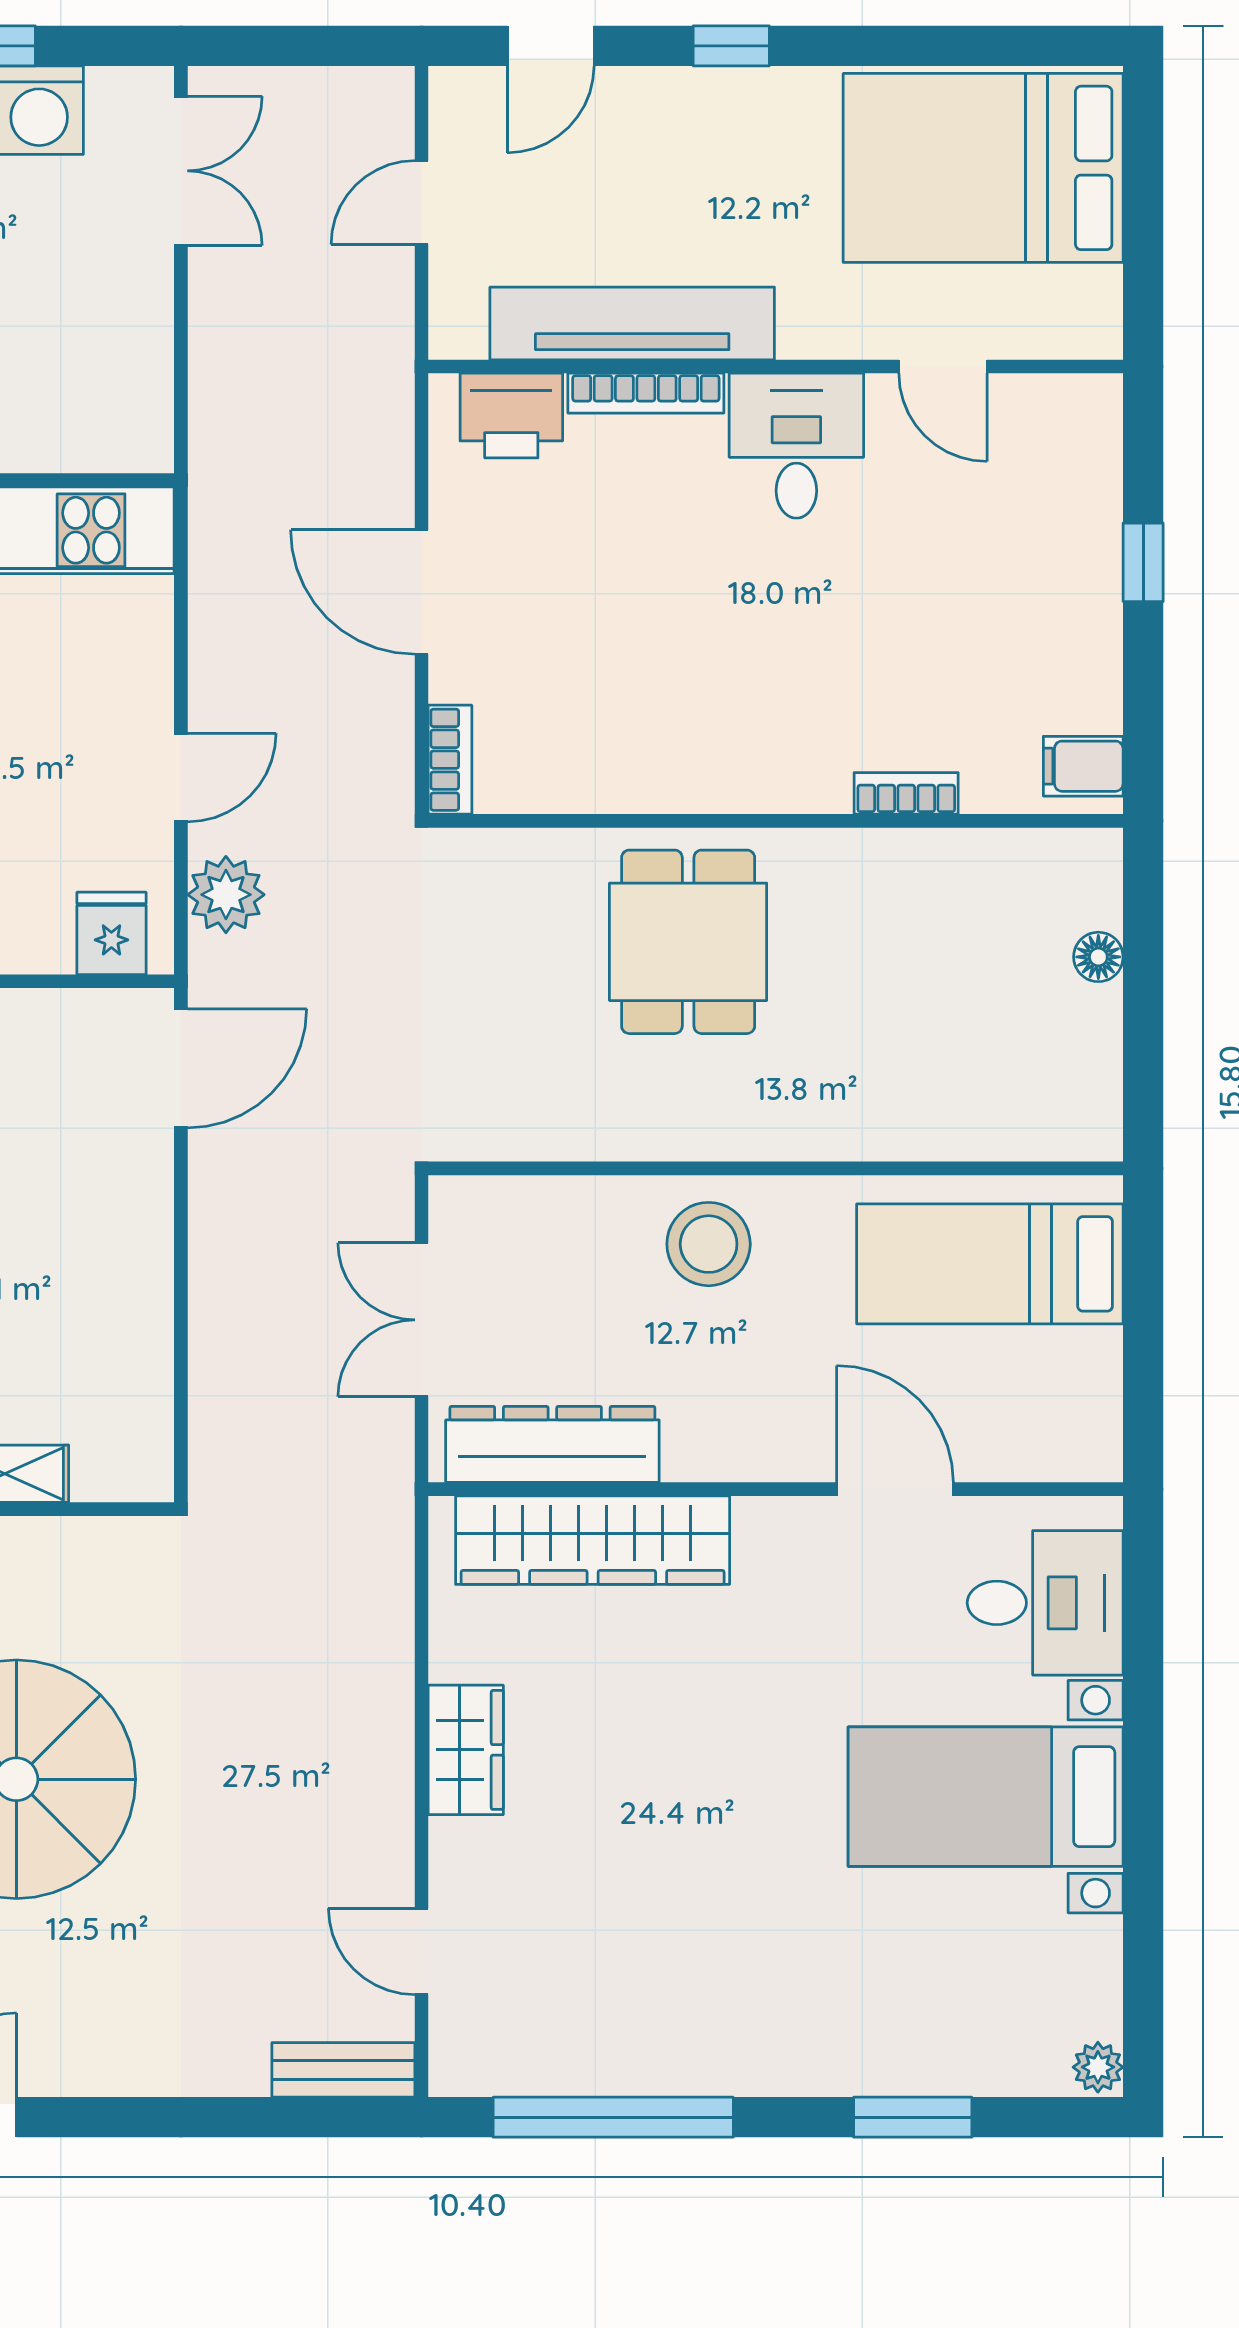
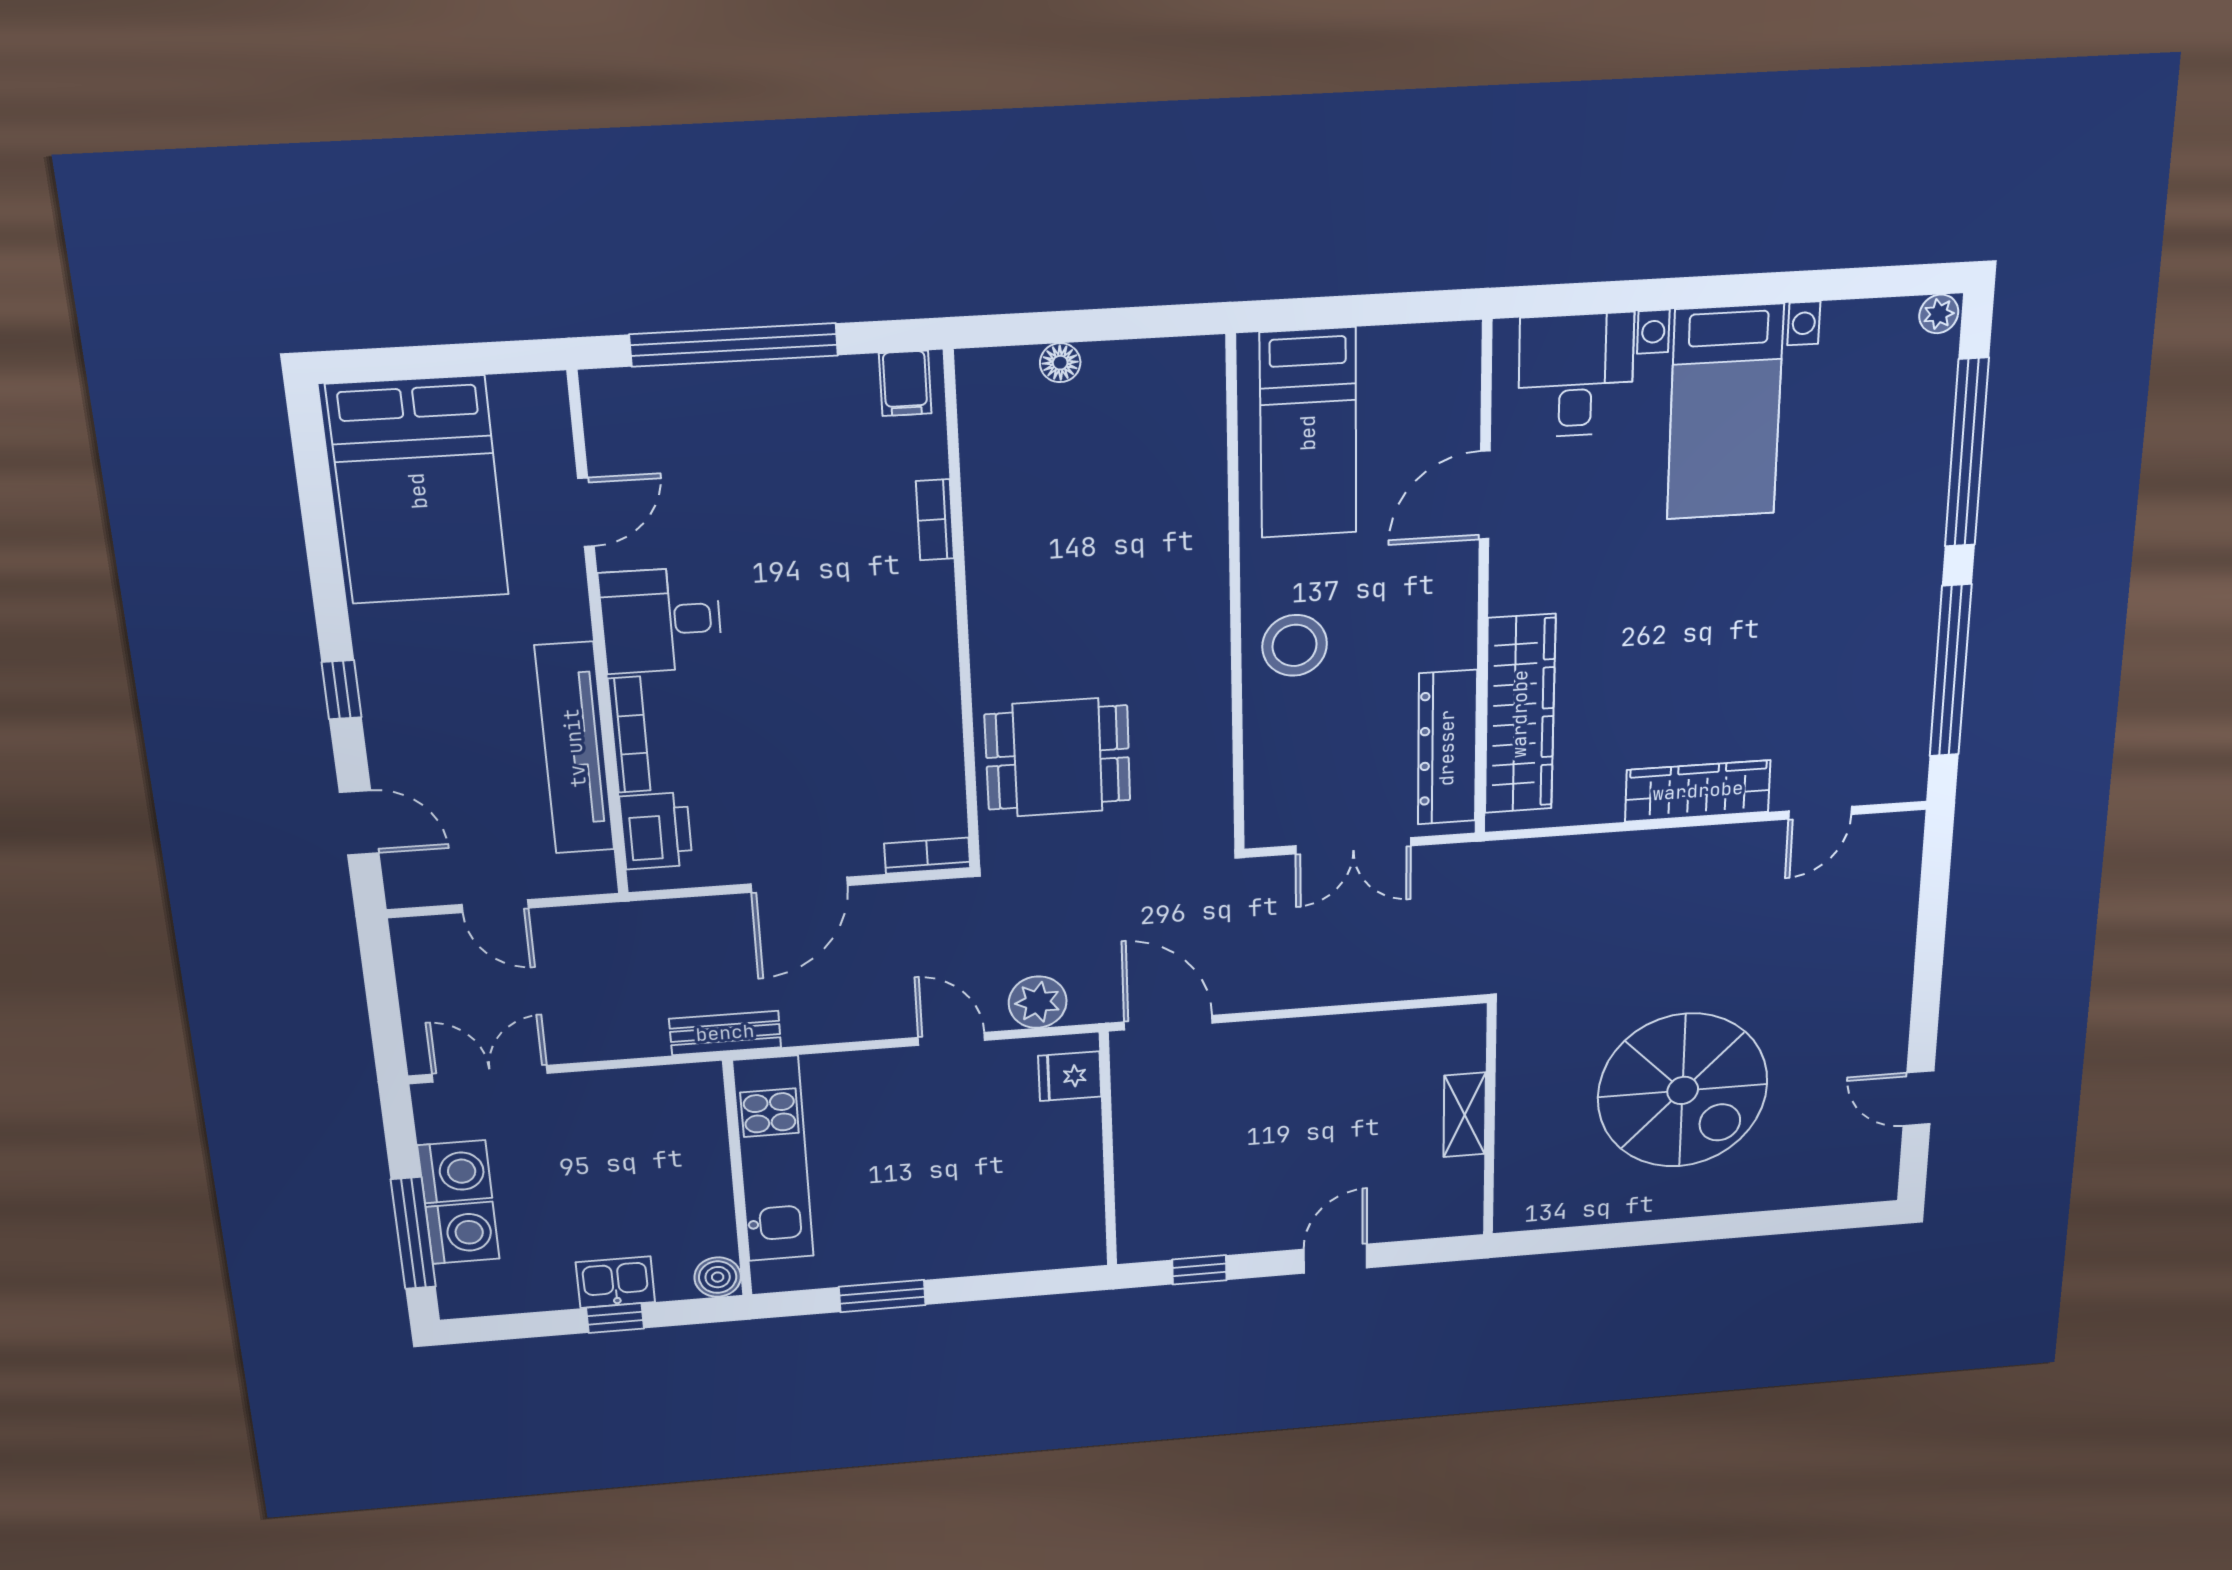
window: (1143, 562) -> (734, 345), width x3.17
dining table: (688, 942) -> (1058, 758), moved
wardrobe: (466, 1750) -> (1698, 791), width x1.50
bench: (343, 2070) -> (725, 1033), moved, turned 90
window: (913, 2117) -> (1967, 453), width x2.11

